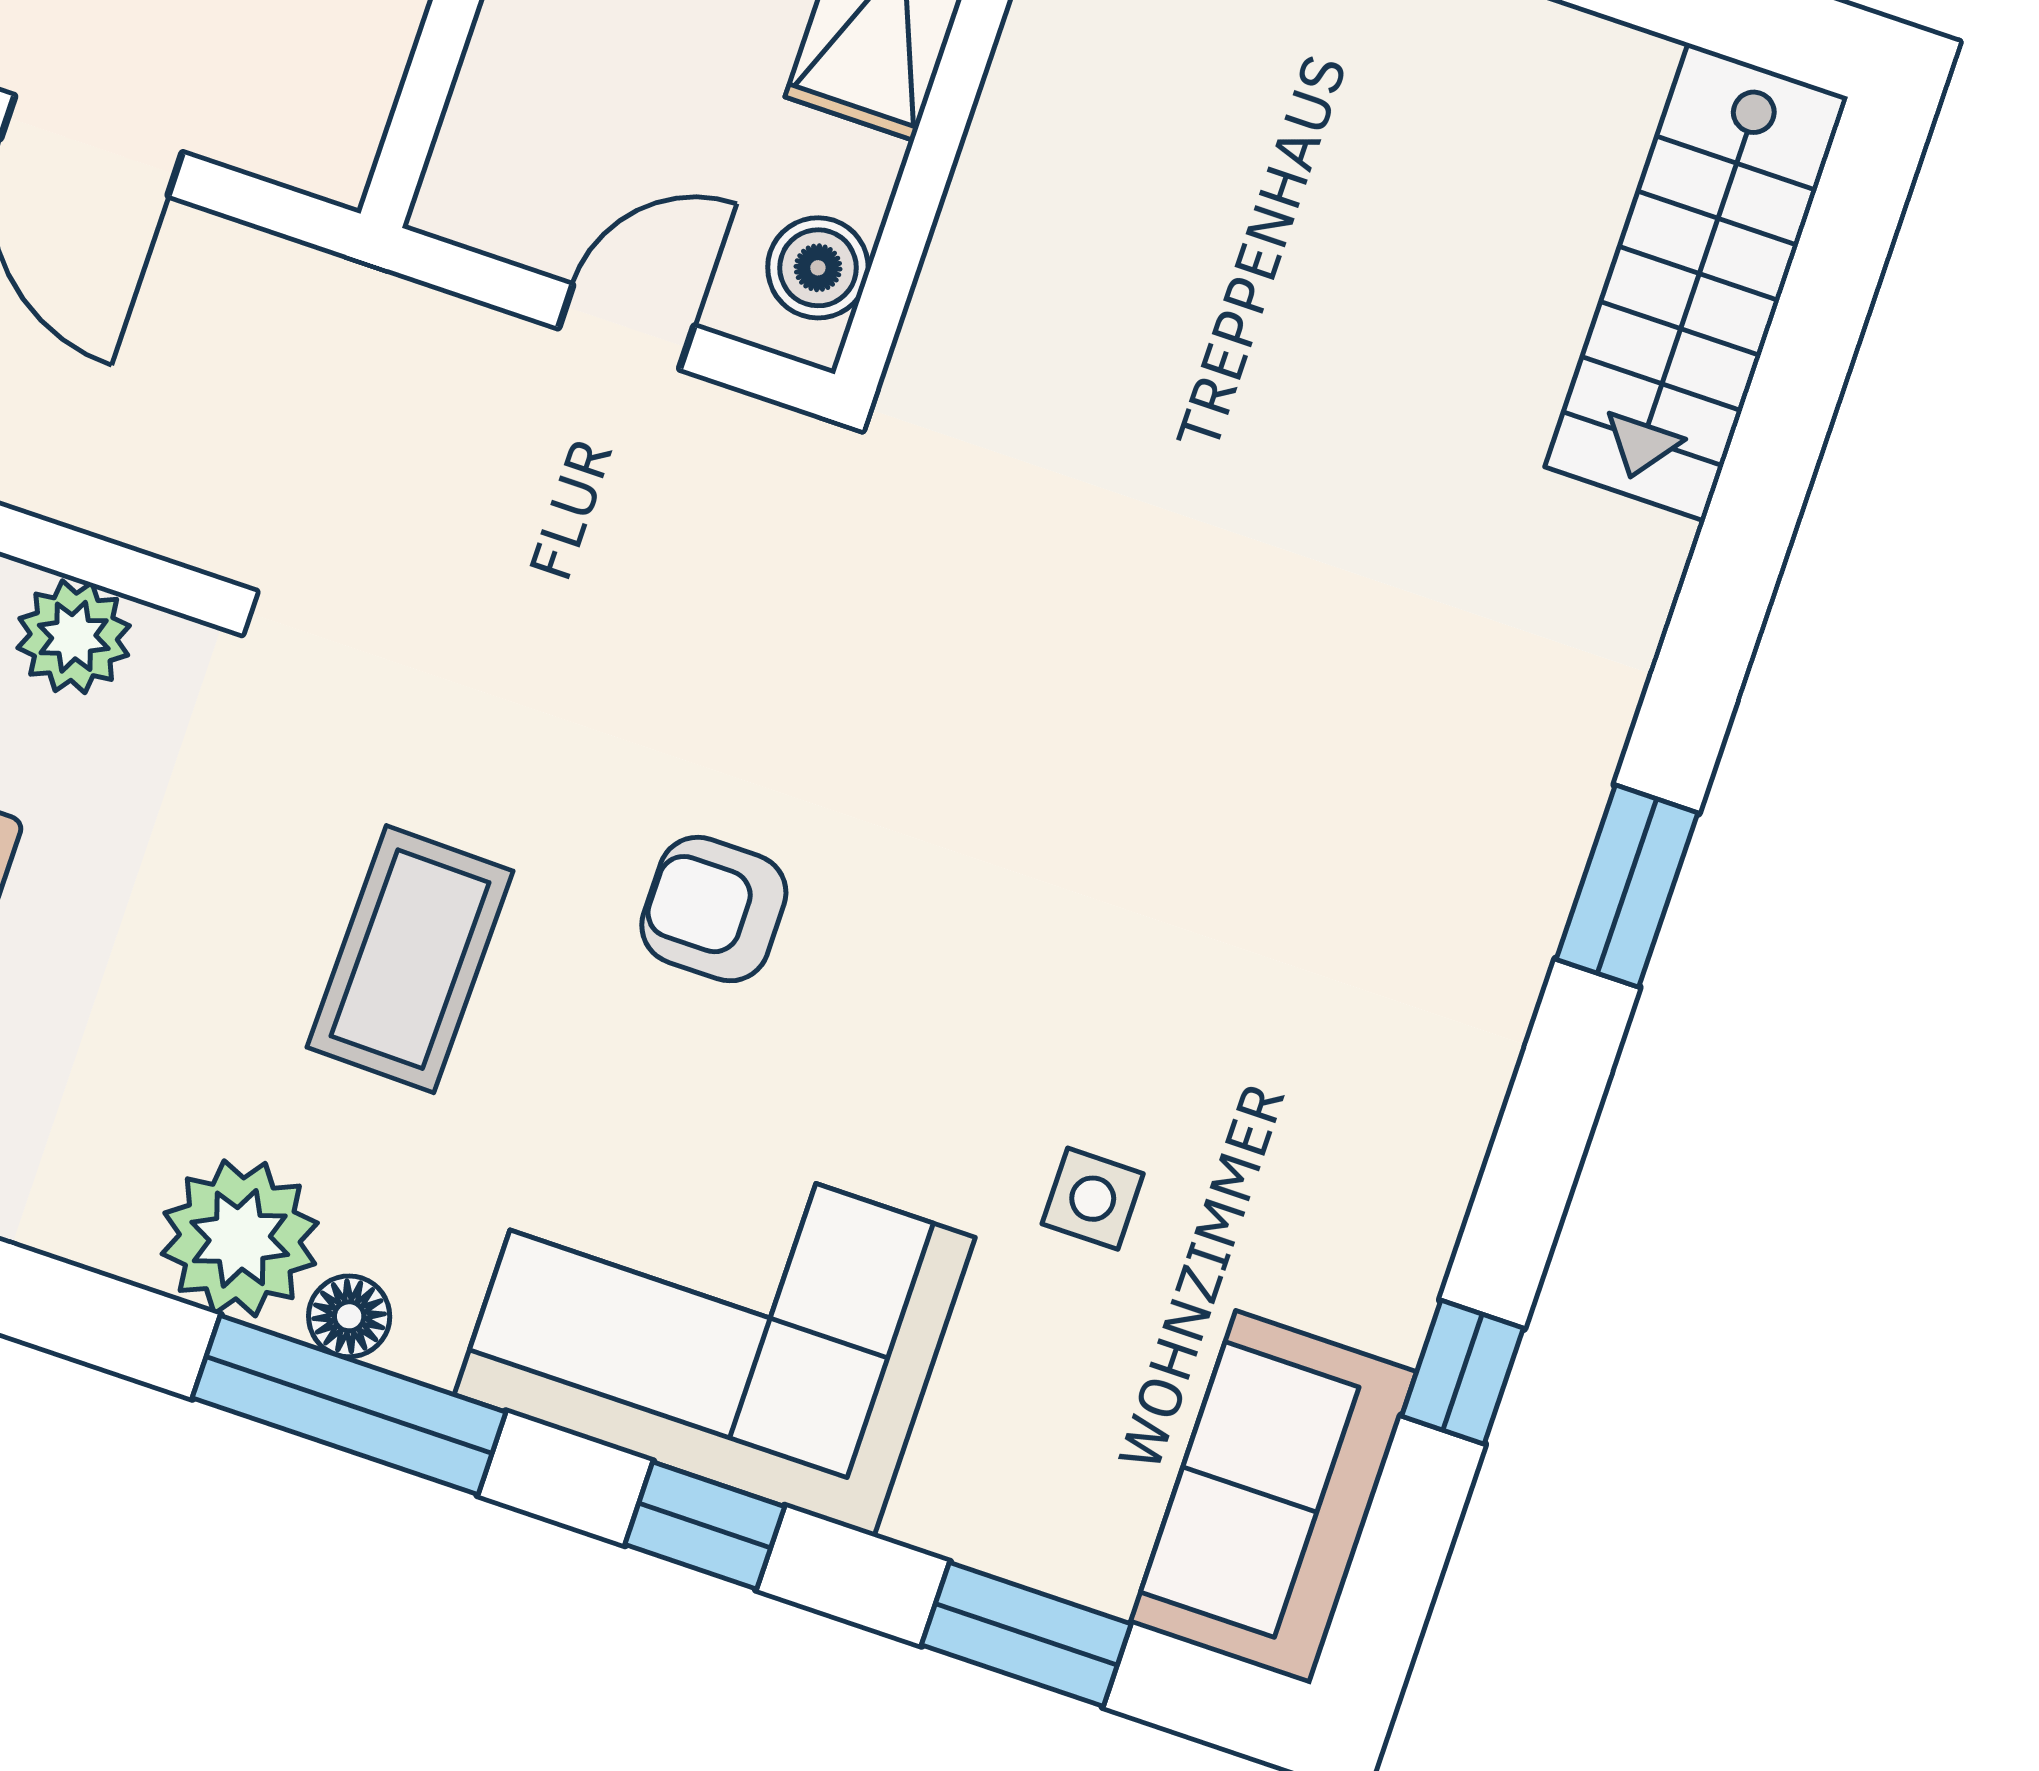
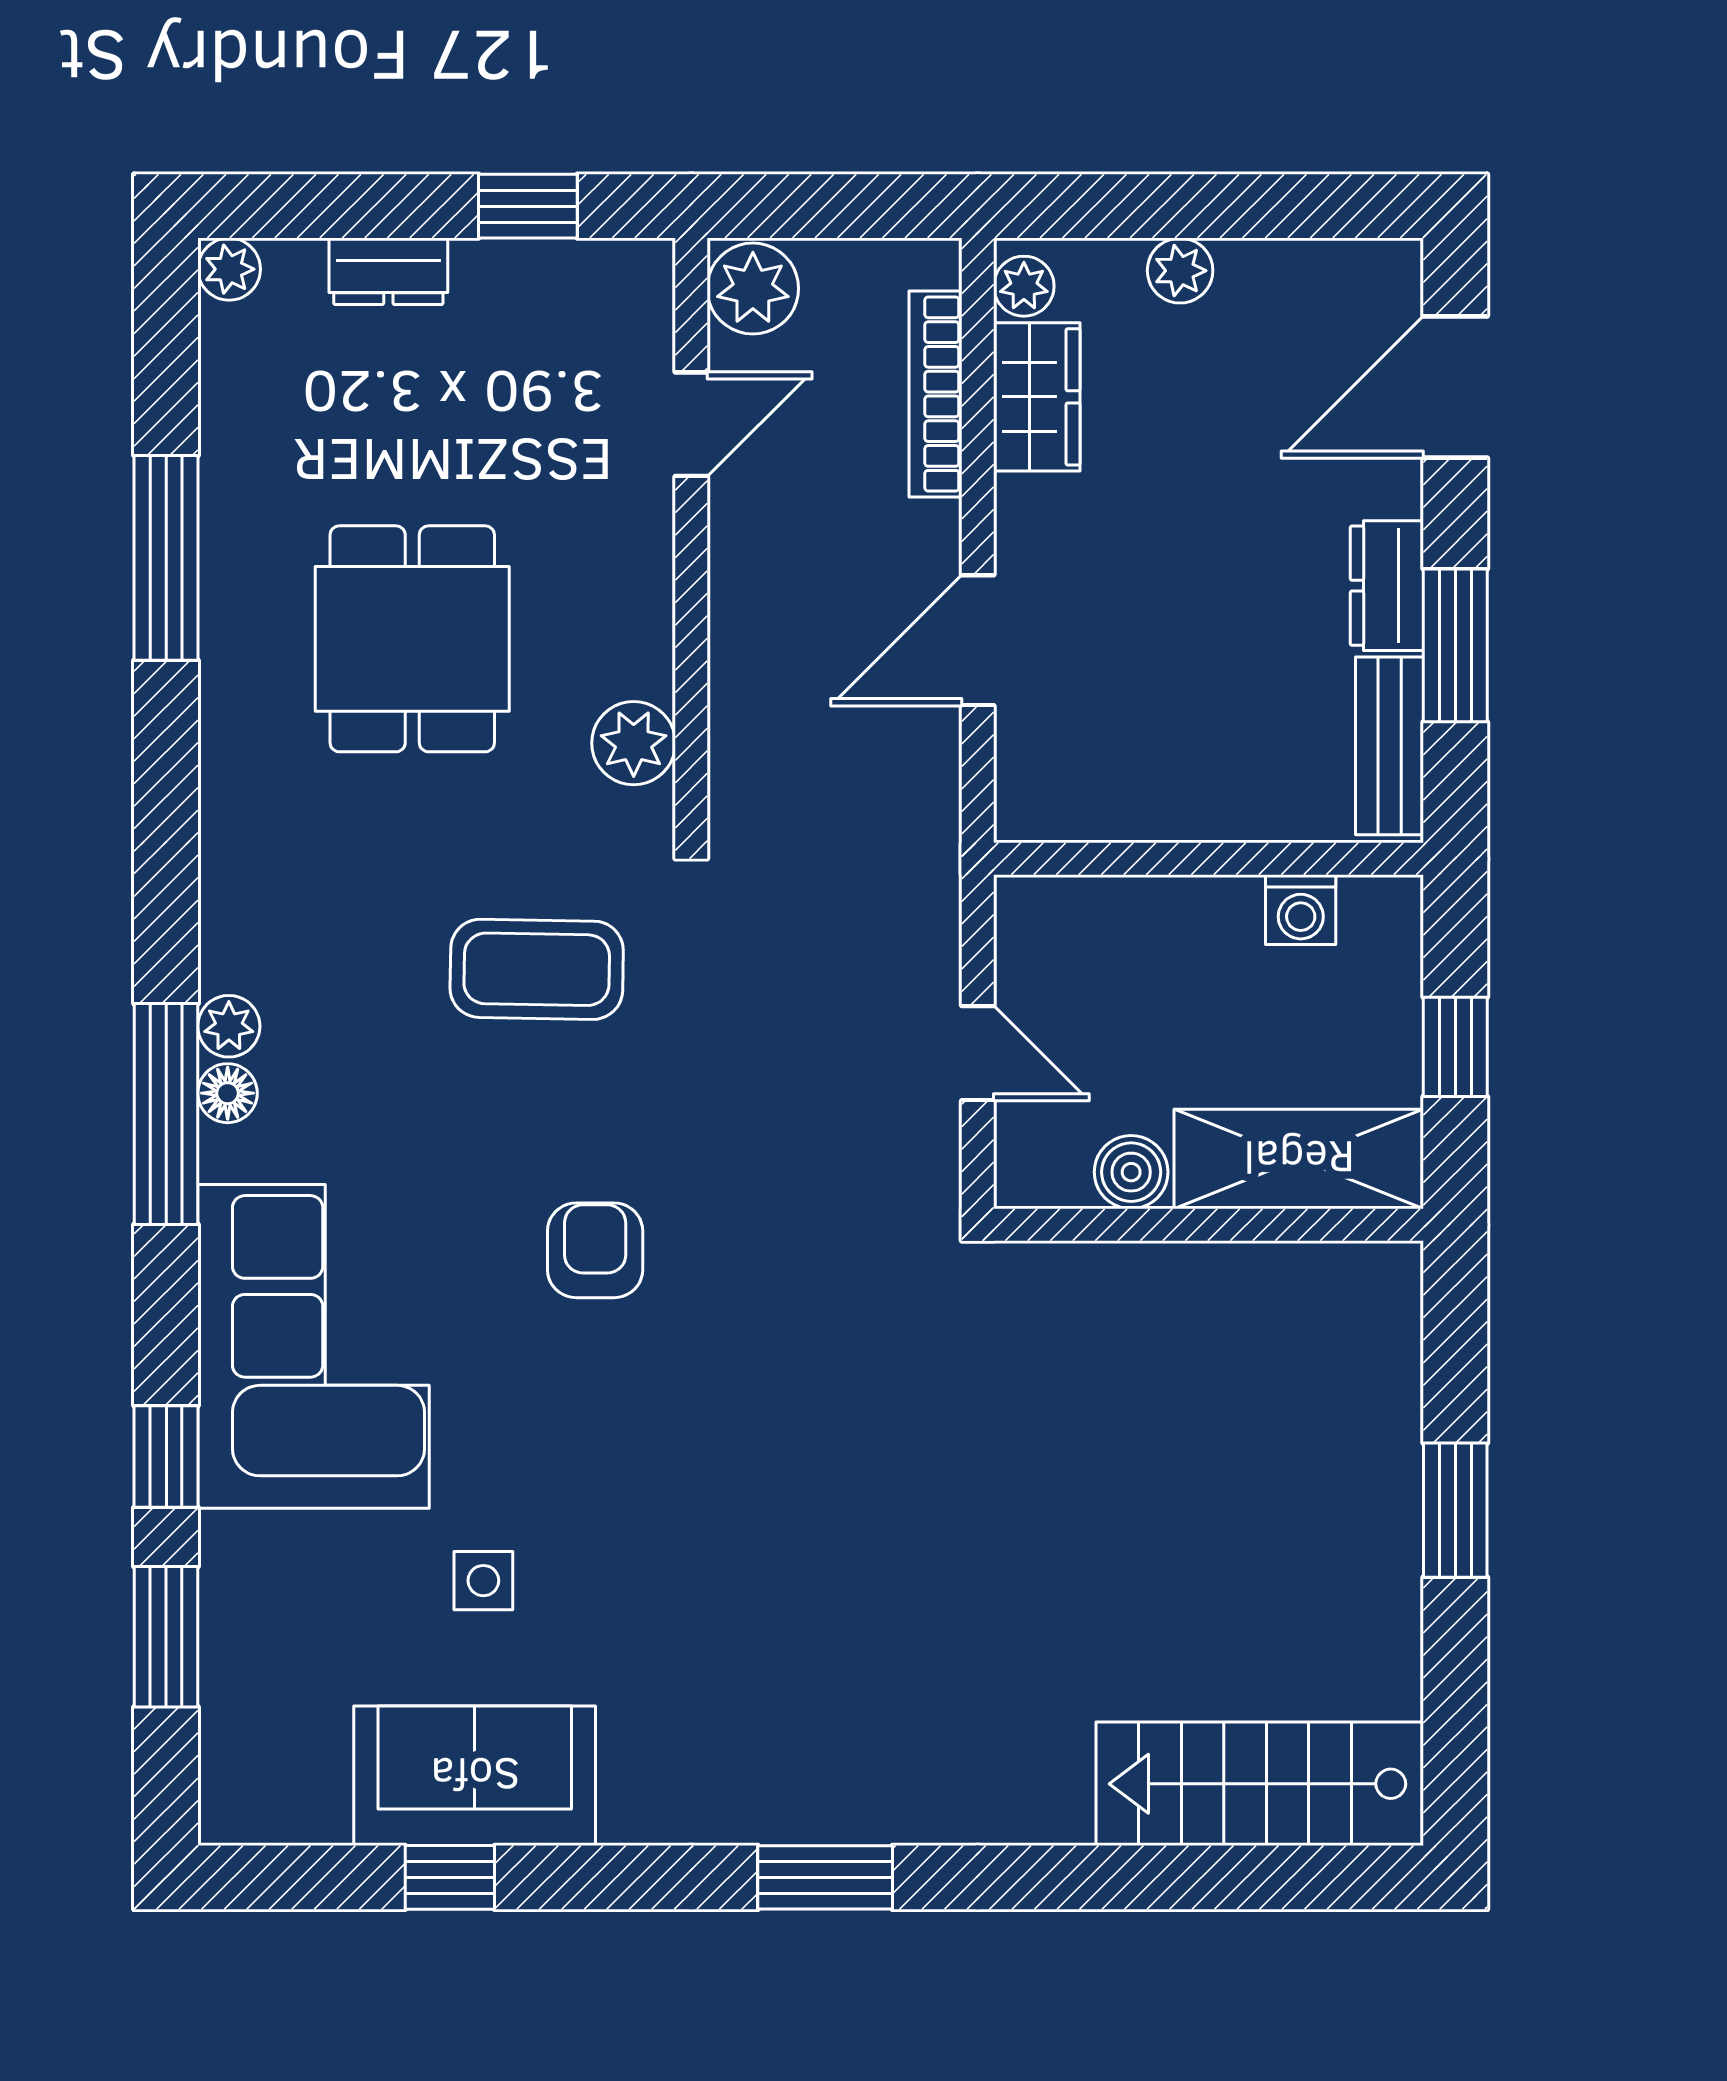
boiler: (818, 268) -> (1131, 1172), moved
coffee table: (410, 959) -> (537, 969), moved
plant: (240, 1238) -> (229, 1026), width x0.53, depth x0.53
sofa: (1273, 1497) -> (475, 1776), moved
window: (705, 1525) -> (166, 1456), moved

